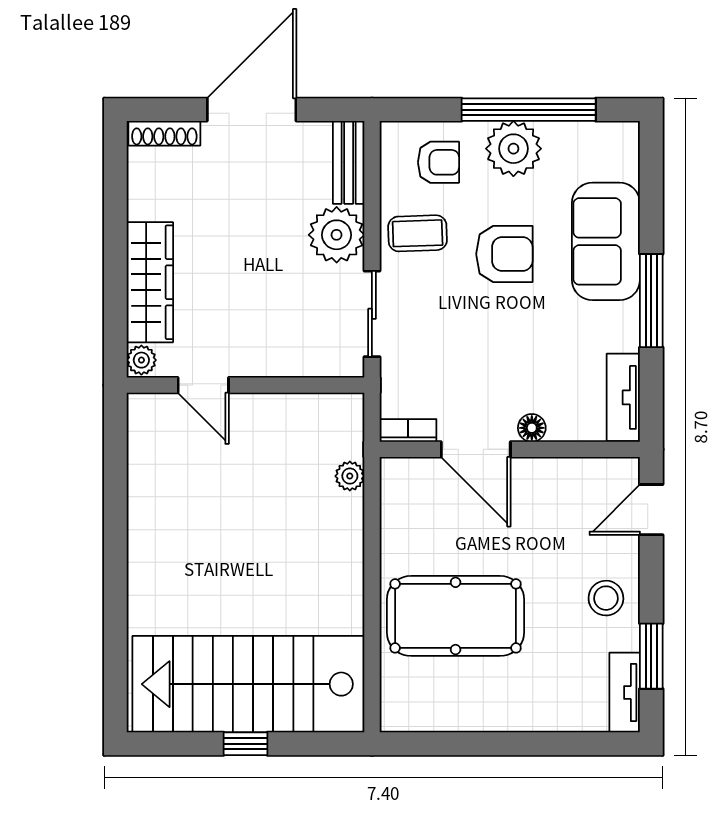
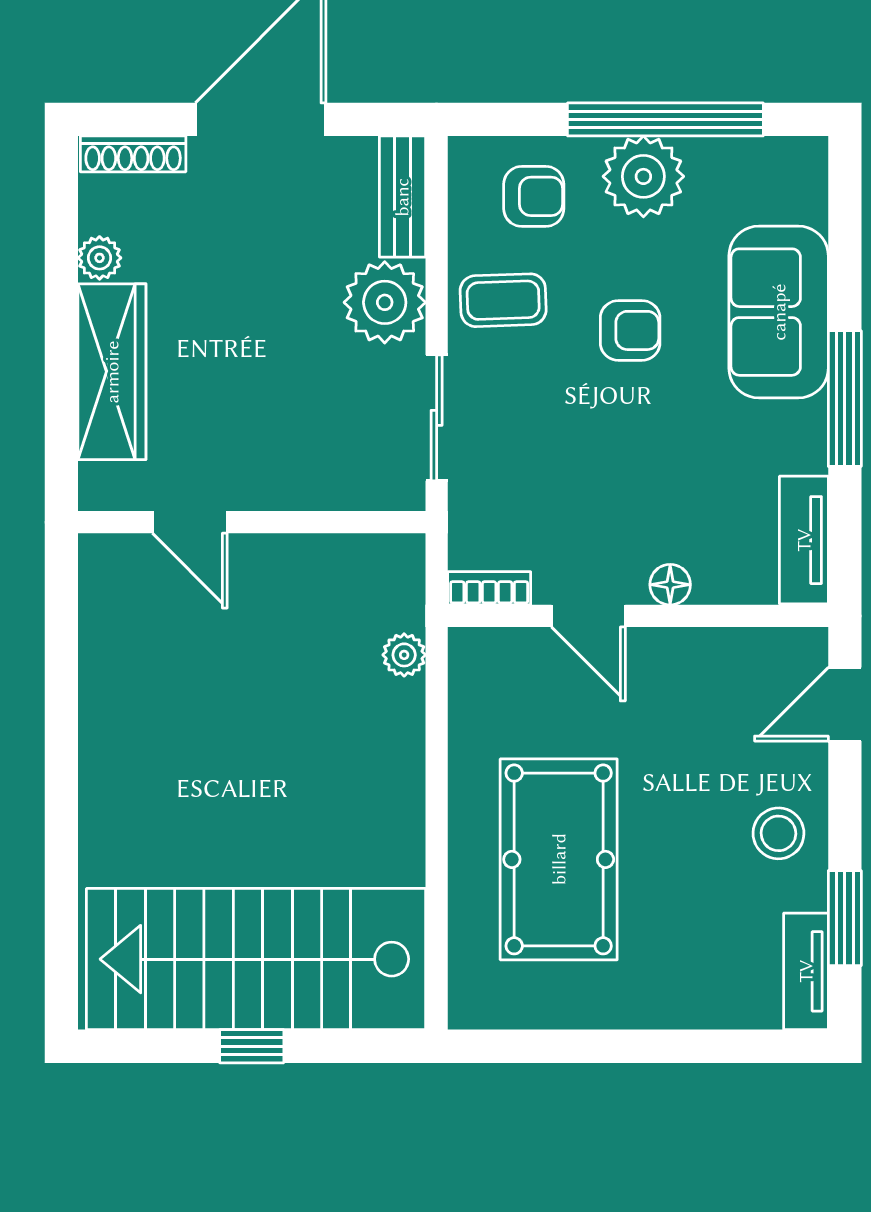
armchair: (504, 254) -> (630, 330), width x0.72, depth x0.72
plant: (141, 360) -> (99, 258), moved
door: (476, 449) -> (588, 616), width x0.73
pool table: (456, 616) -> (559, 859), turned 90

